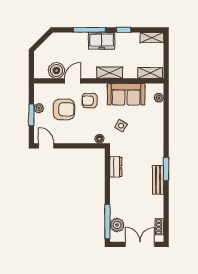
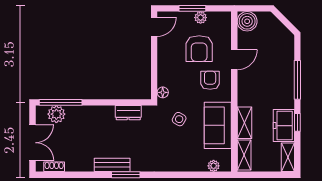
freezer: (102, 41) -> (284, 126), moved
boiler: (56, 71) -> (247, 21), moved
shelving: (110, 73) -> (244, 123), moved
door: (73, 81) -> (234, 60), hinge flipped

